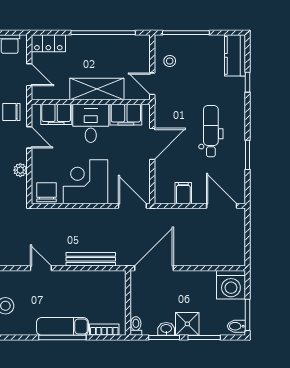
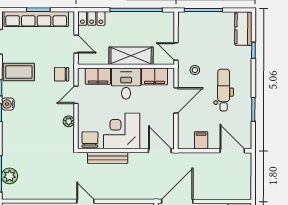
stool: (170, 61) -> (195, 70), moved
door: (29, 137) -> (76, 95), swing flipped
bench: (91, 259) -> (108, 158), moved

